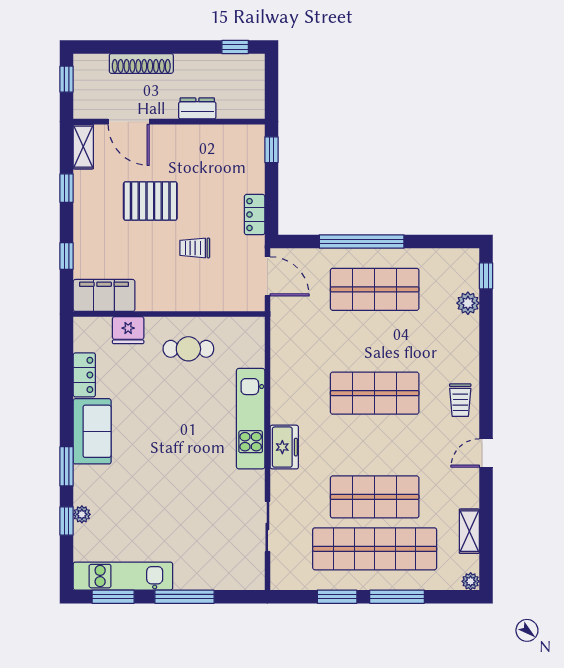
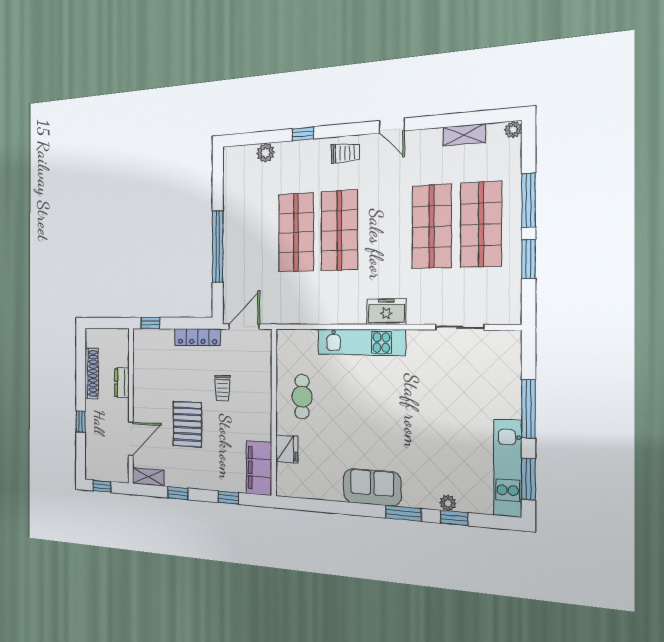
window: (235, 47) -> (81, 422), moved
shoe rack: (141, 63) -> (92, 373), moved
locker: (255, 215) -> (197, 337), width x1.53
window: (486, 276) -> (303, 134), moved
shop shelf: (375, 289) -> (296, 232), moved
locker: (84, 375) -> (324, 490), removed
shop shelf: (375, 549) -> (481, 224), width x0.71

